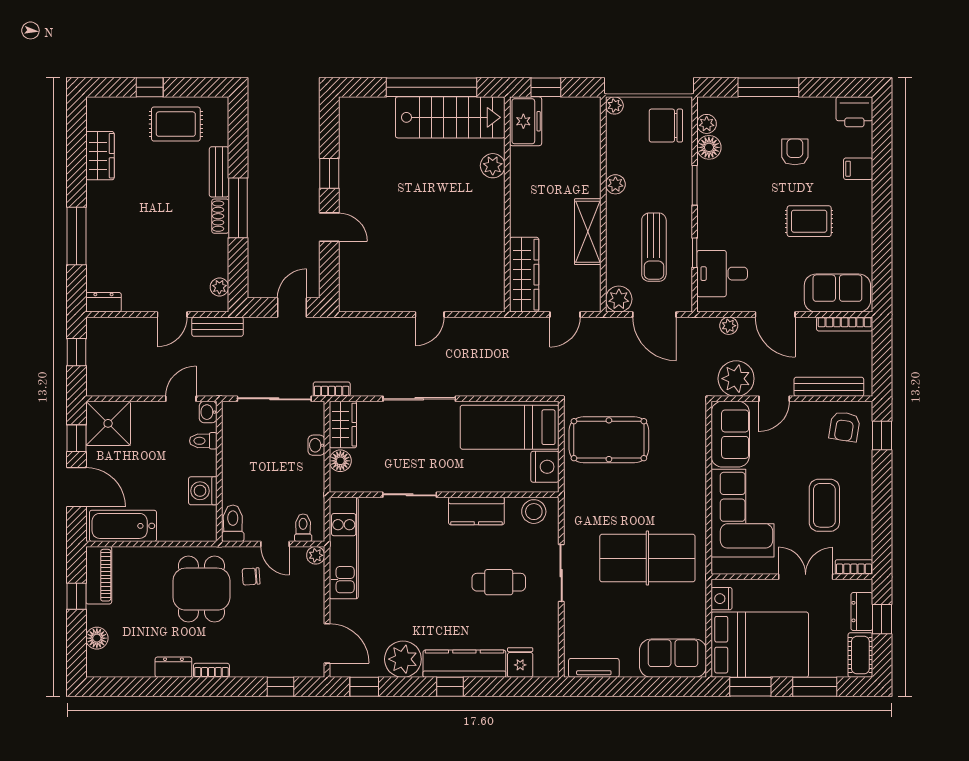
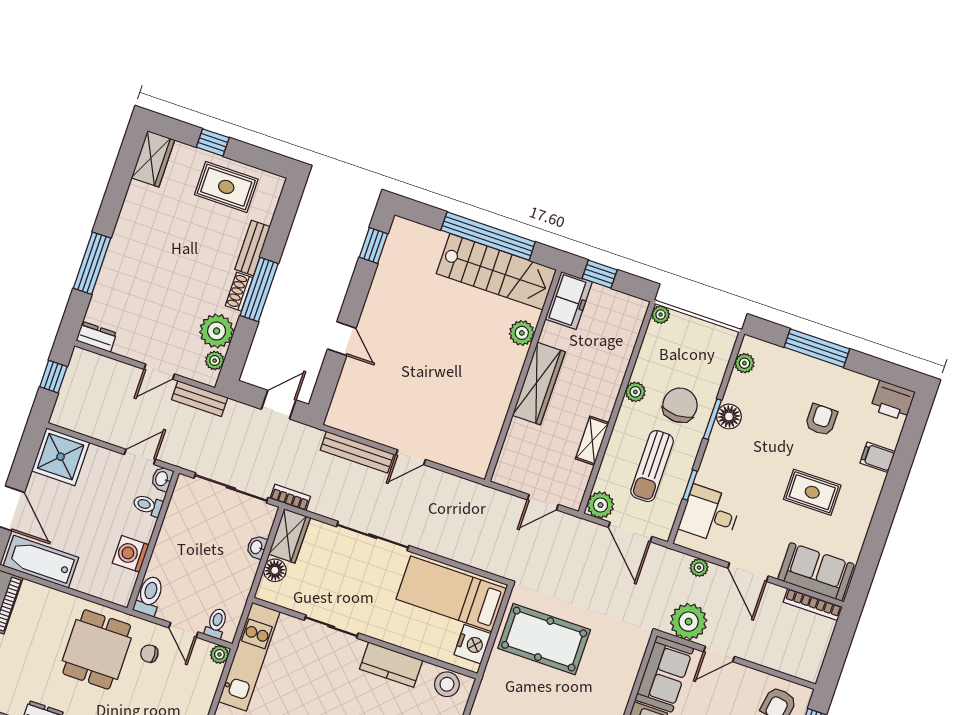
chair: (666, 126) -> (680, 405), moved, turned 90
floor lamp: (709, 147) -> (729, 416), moved
wardrobe: (100, 156) -> (153, 159), moved
window: (329, 173) -> (374, 245), moved
shelving: (588, 232) -> (592, 441), width x0.67, depth x0.75
plant: (212, 259) -> (217, 331), added
wardrobe: (524, 275) -> (539, 384), moved
bench: (829, 387) -> (357, 452), moved
window: (76, 438) -> (25, 461), removed

